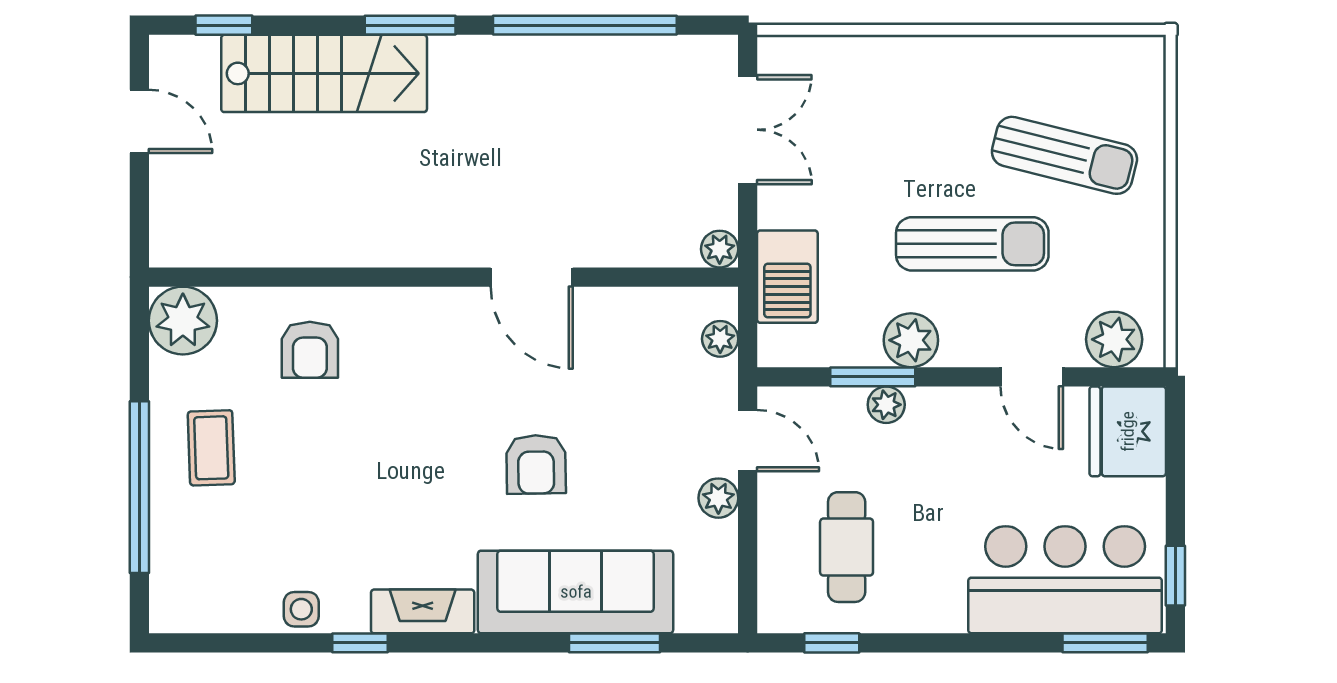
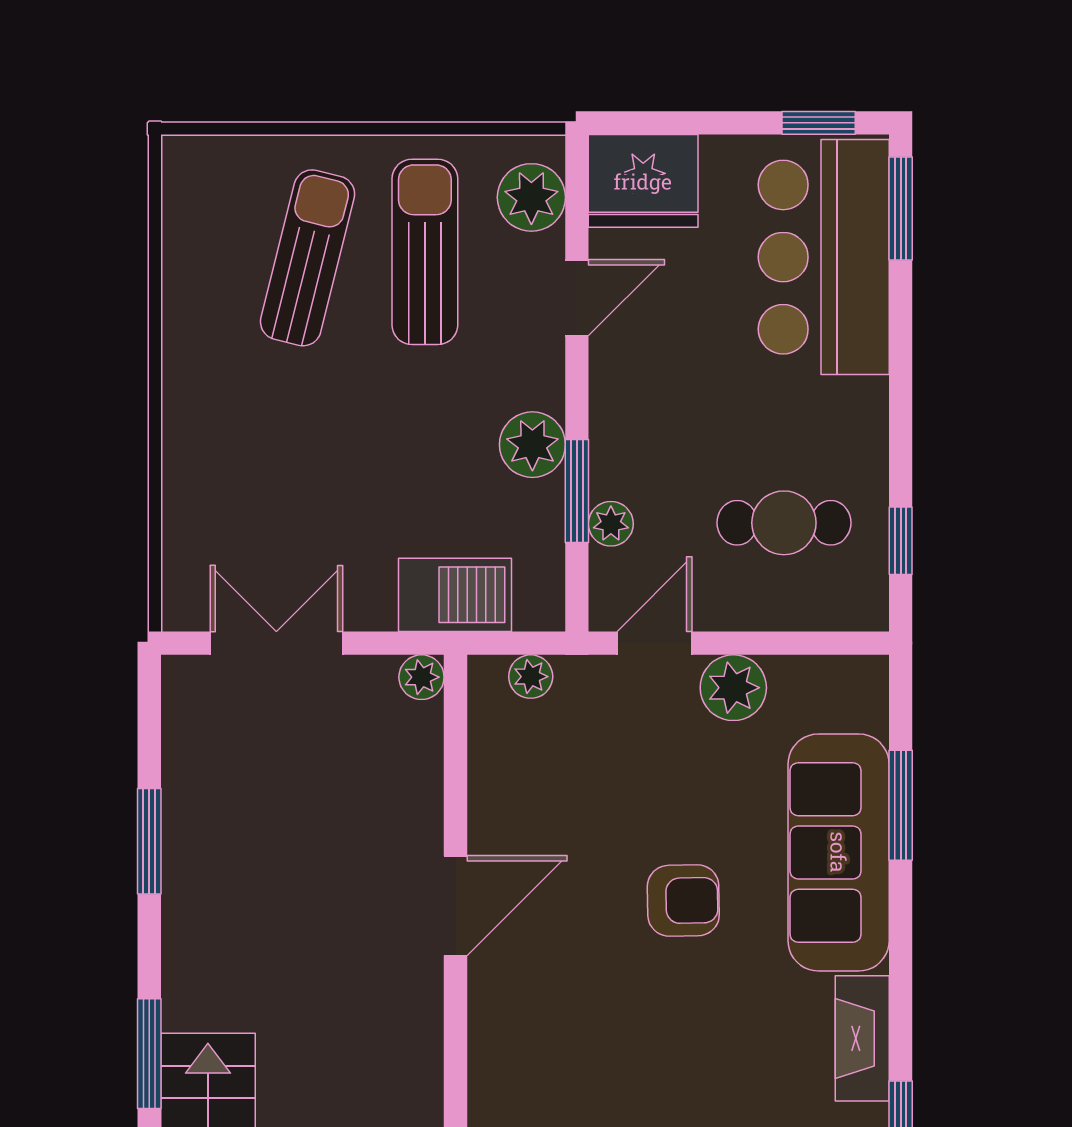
window: (585, 25) -> (149, 841), width x0.47
sun lounger: (972, 244) -> (425, 252), moved
plant: (886, 405) -> (611, 524), moved
plant: (718, 498) -> (733, 688), width x1.38, depth x1.38

